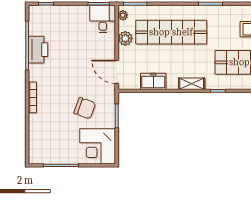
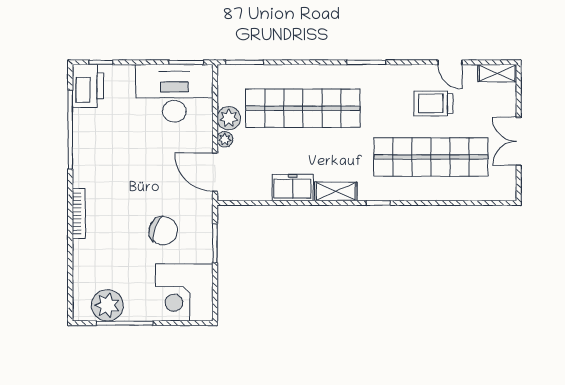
plant: (123, 15) -> (225, 139), moved
desk: (103, 19) -> (174, 93), width x1.87, depth x1.30
printer: (38, 50) -> (88, 86), moved
freezer: (153, 81) -> (293, 188), moved
plant: (50, 154) -> (107, 305), added

